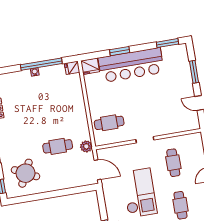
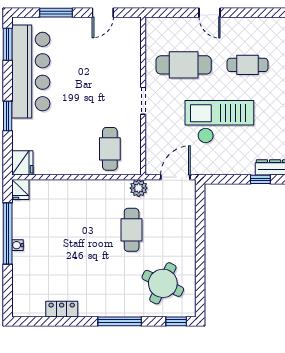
bar counter: (131, 65) -> (31, 72), moved
cafe table: (173, 163) -> (184, 65), width x1.37, depth x1.35

